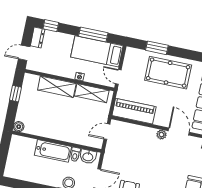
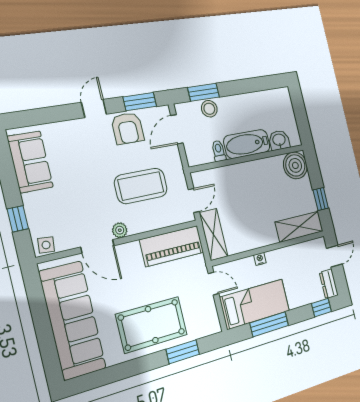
shelving: (57, 87) -> (299, 227), moved
shelving: (92, 93) -> (214, 234), moved, turned 90
boiler: (19, 127) -> (295, 165), width x1.86, depth x1.86
coffee table: (136, 154) -> (141, 186), added
washbasin: (88, 157) -> (279, 140), moved

